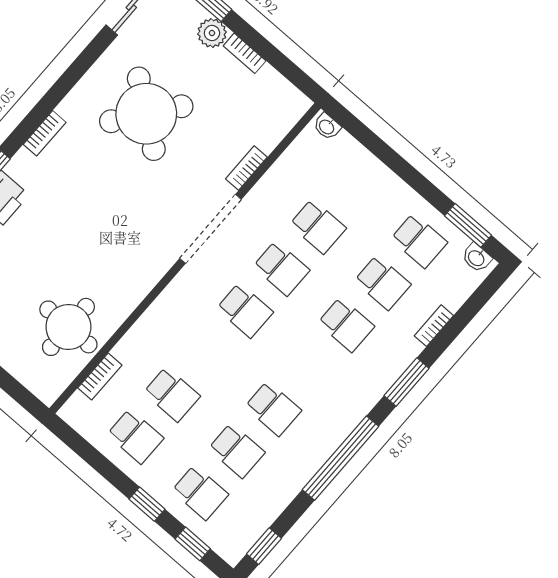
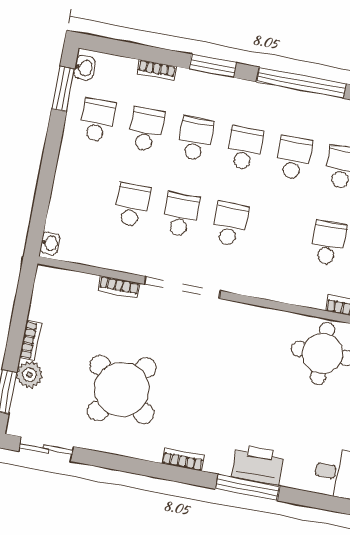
school desk: (310, 367) -> (244, 148), added

